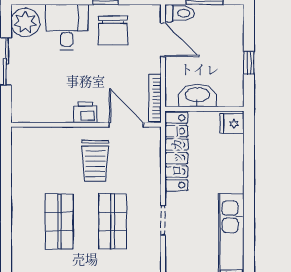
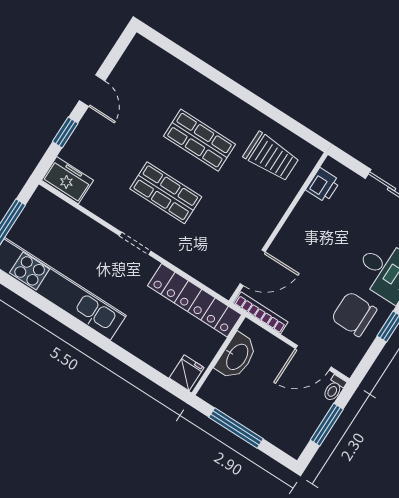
toilet: (180, 13) -> (334, 389), width x0.73, depth x0.72
window: (249, 63) -> (236, 428), width x2.17
printer: (85, 112) -> (323, 185), moved
trolley: (95, 161) -> (271, 157), moved, turned 180

